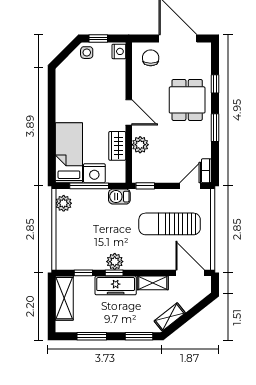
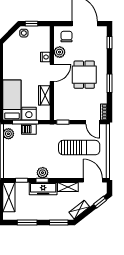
nightstand: (119, 51) -> (45, 57), moved
window: (215, 84) -> (109, 43), moved
dining table: (187, 100) -> (84, 75), moved
door: (129, 112) -> (52, 73), hinge flipped
plant: (140, 145) -> (60, 52), moved
door: (190, 186) -> (93, 122), swing flipped
barbecue: (119, 197) -> (29, 129), moved
sun lounger: (170, 224) -> (79, 148), turned 180
window: (201, 306) -> (100, 202), added

